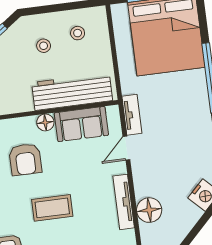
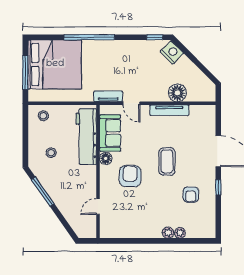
stool: (78, 33) -> (43, 116), moved
armchair: (25, 159) -> (130, 176), turned -90

